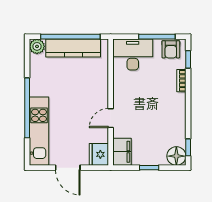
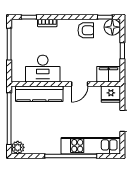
kitchen counter: (73, 48) -> (39, 94), moved, turned 90
armchair: (171, 49) -> (86, 30), moved
desk: (133, 54) -> (43, 69), moved, turned -90
door: (111, 118) -> (80, 84), hinge flipped

